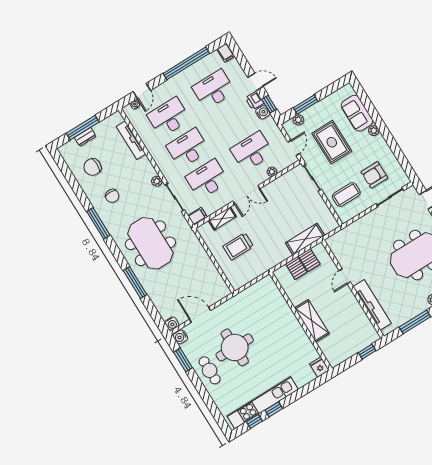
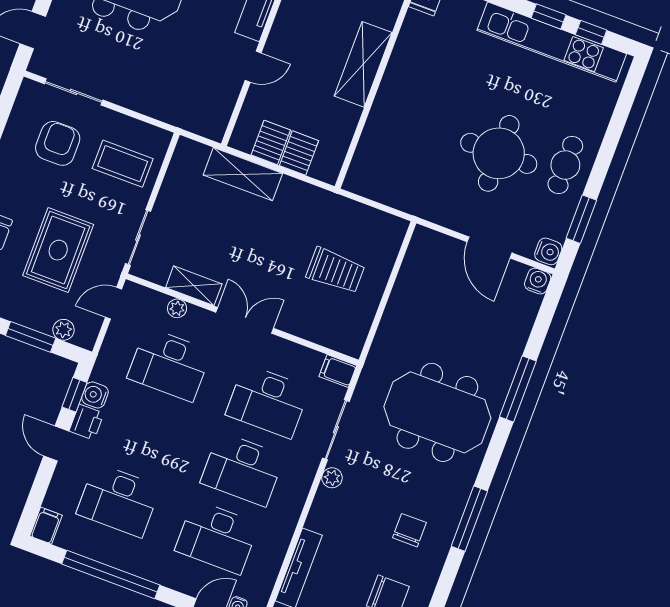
armchair: (374, 175) -> (58, 143), turned -90
shelving: (222, 218) -> (194, 286), moved
meeting table: (150, 243) -> (437, 412), turned 90

